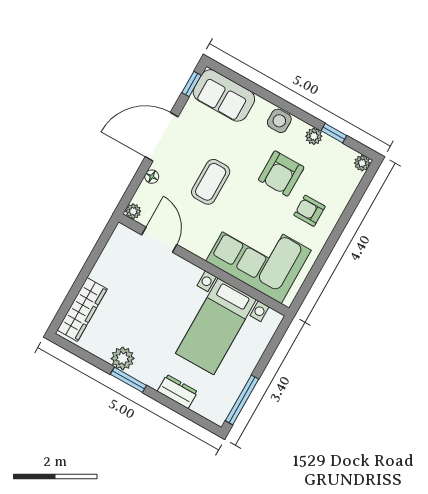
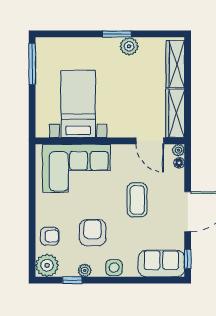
plant: (362, 163) -> (47, 265), width x1.87, depth x1.87
floor lamp: (152, 177) -> (179, 163), moved
armchair: (309, 211) -> (50, 236), moved
wardrobe: (114, 255) -> (175, 113), added
dresser: (177, 391) -> (79, 45), removed

